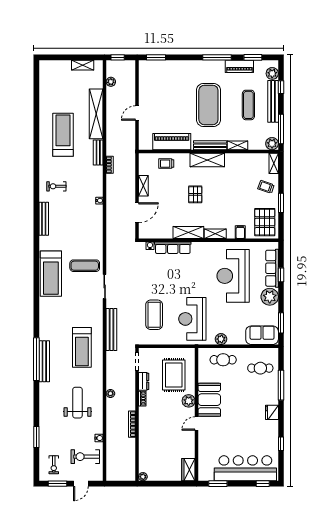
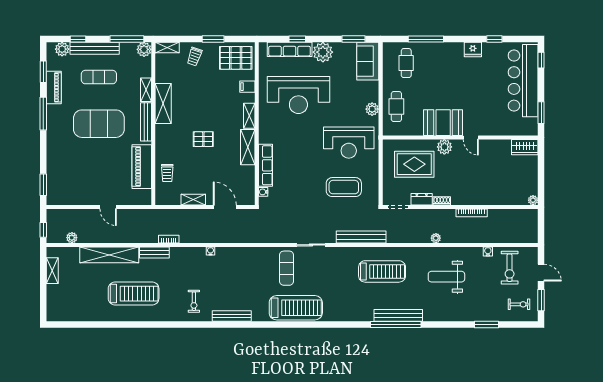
treadmill: (63, 135) -> (134, 294), turned 180
shelving: (207, 160) -> (163, 103), moved
fridge: (272, 412) -> (473, 49), moved

